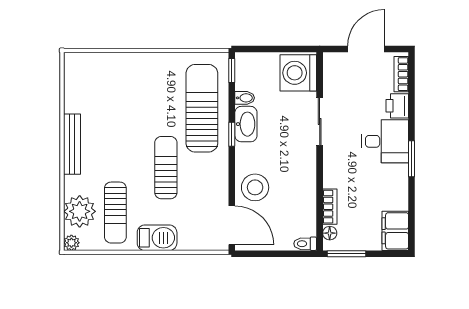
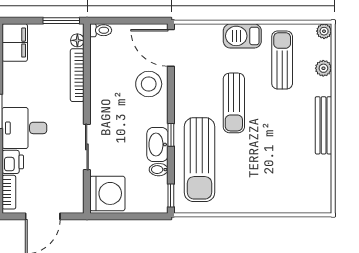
bookcase: (330, 207) -> (77, 75), width x1.56
plant: (80, 211) -> (323, 68), width x0.53, depth x0.53

